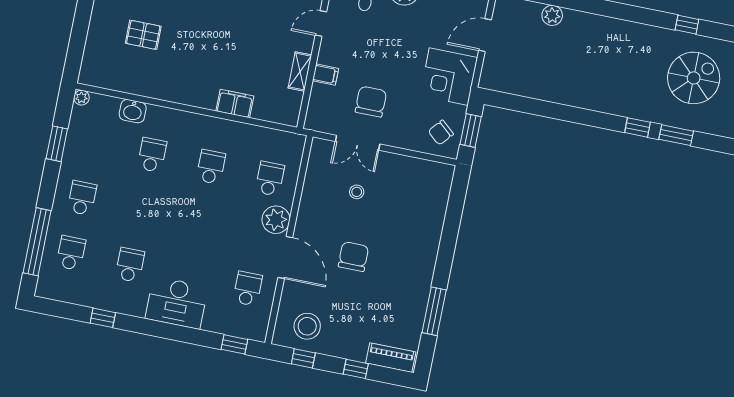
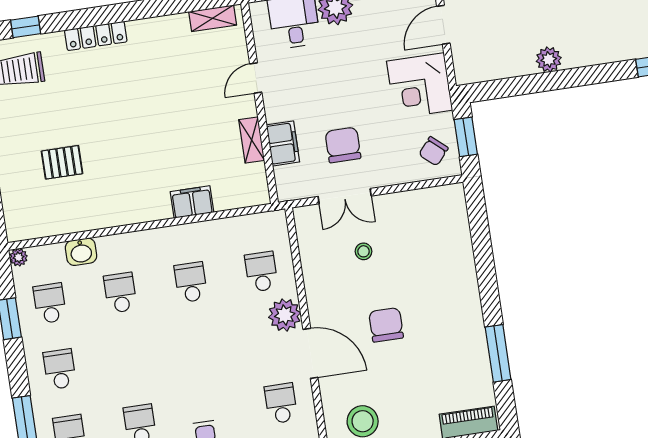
filing cabinet: (325, 75) -> (283, 143), width x2.00
plant: (559, 93) -> (549, 59), added
school desk: (93, 143) -> (50, 303), added

